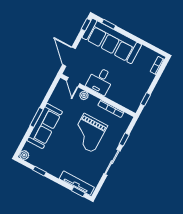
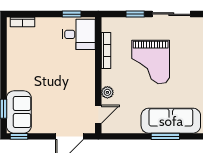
sofa: (112, 41) -> (19, 112), width x0.54, depth x0.79
desk: (100, 81) -> (79, 34), moved
grand piano: (89, 133) -> (151, 62), turned 90

